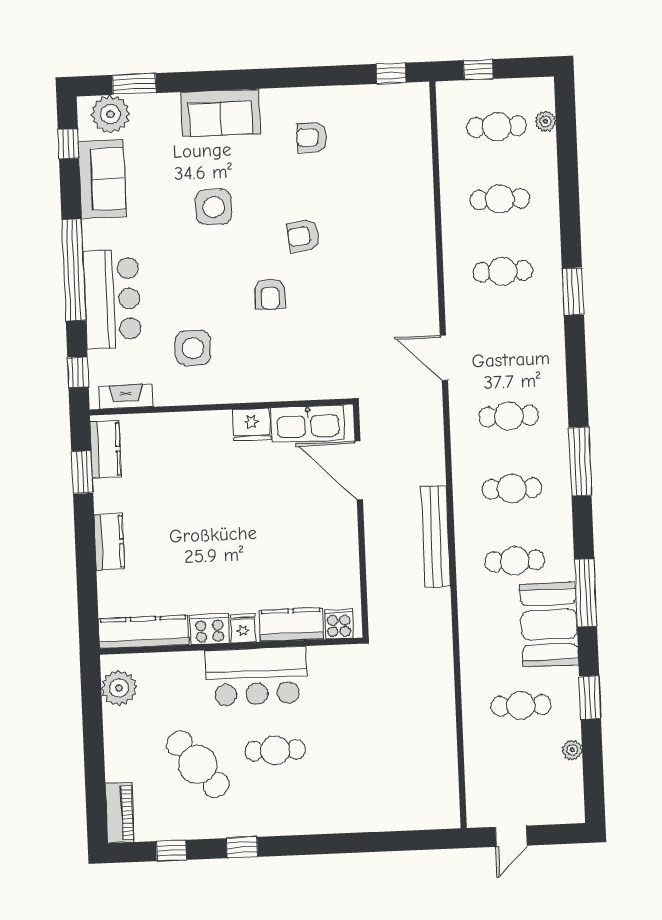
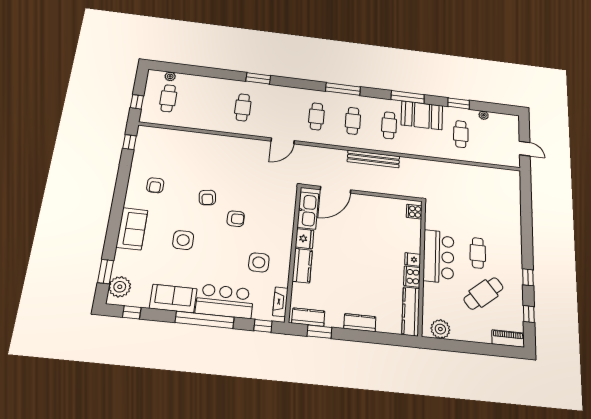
sofa: (102, 179) -> (173, 298), moved
cafe table: (500, 199) -> (206, 103), removed
kitchen counter: (291, 625) -> (302, 266), moved, turned 180

